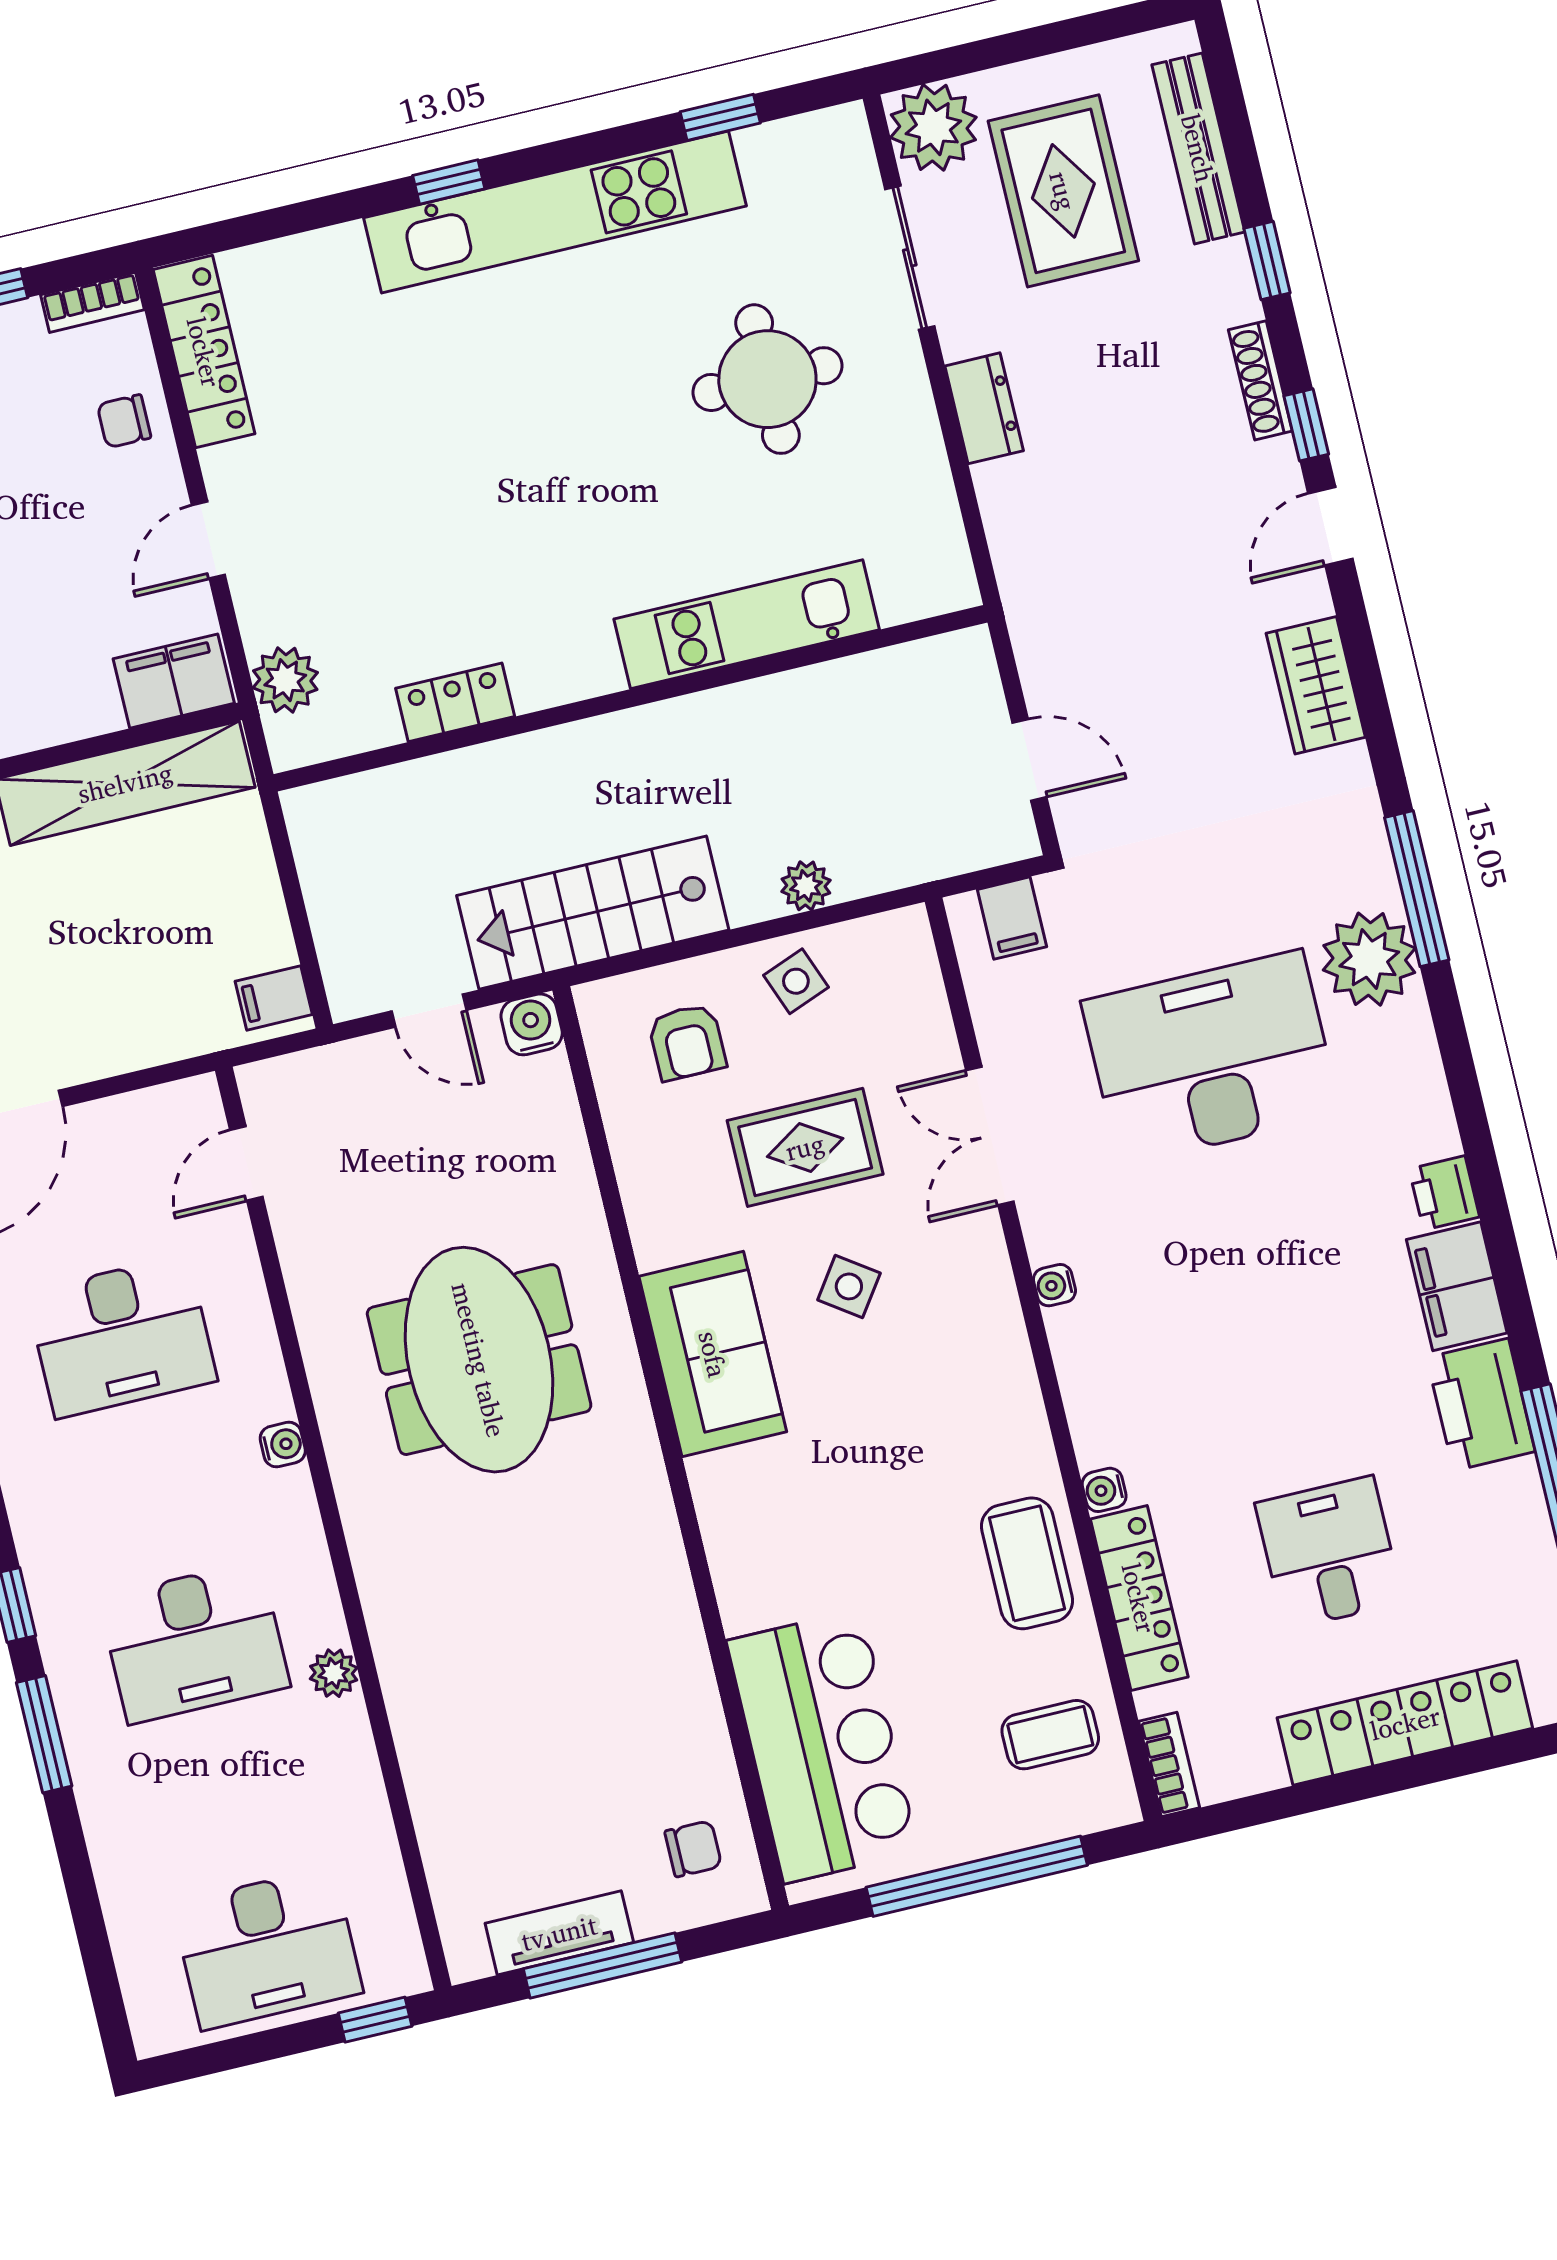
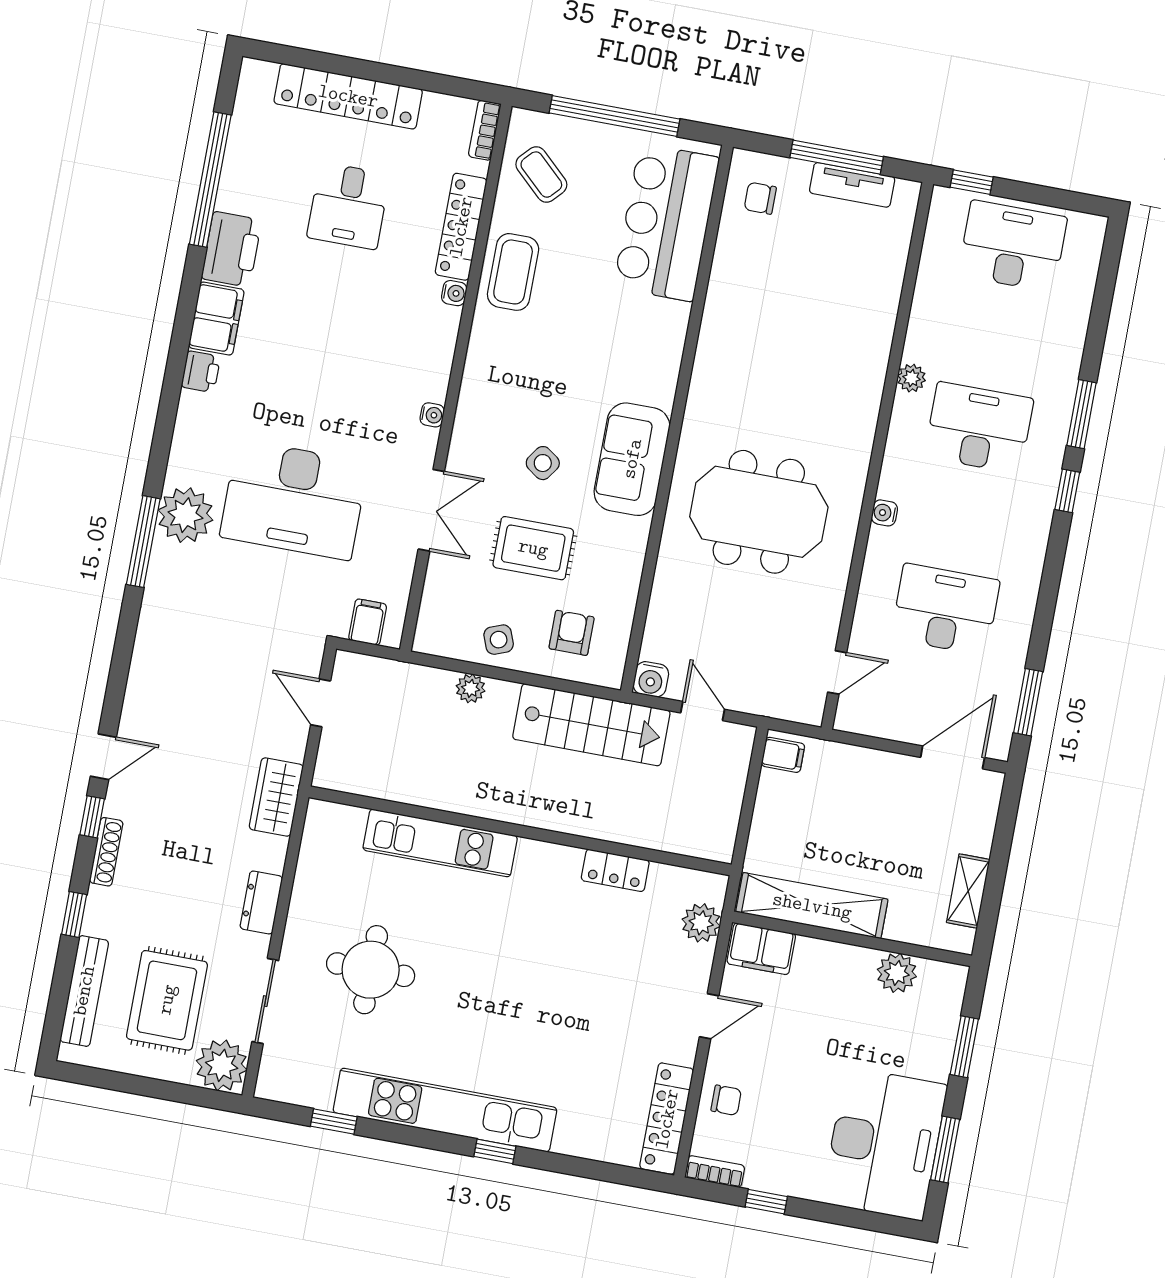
wardrobe: (1316, 685) -> (276, 797), moved, turned 180
meeting table: (479, 1360) -> (759, 512), turned 90
coffee table: (1050, 1735) -> (541, 175), turned 43

